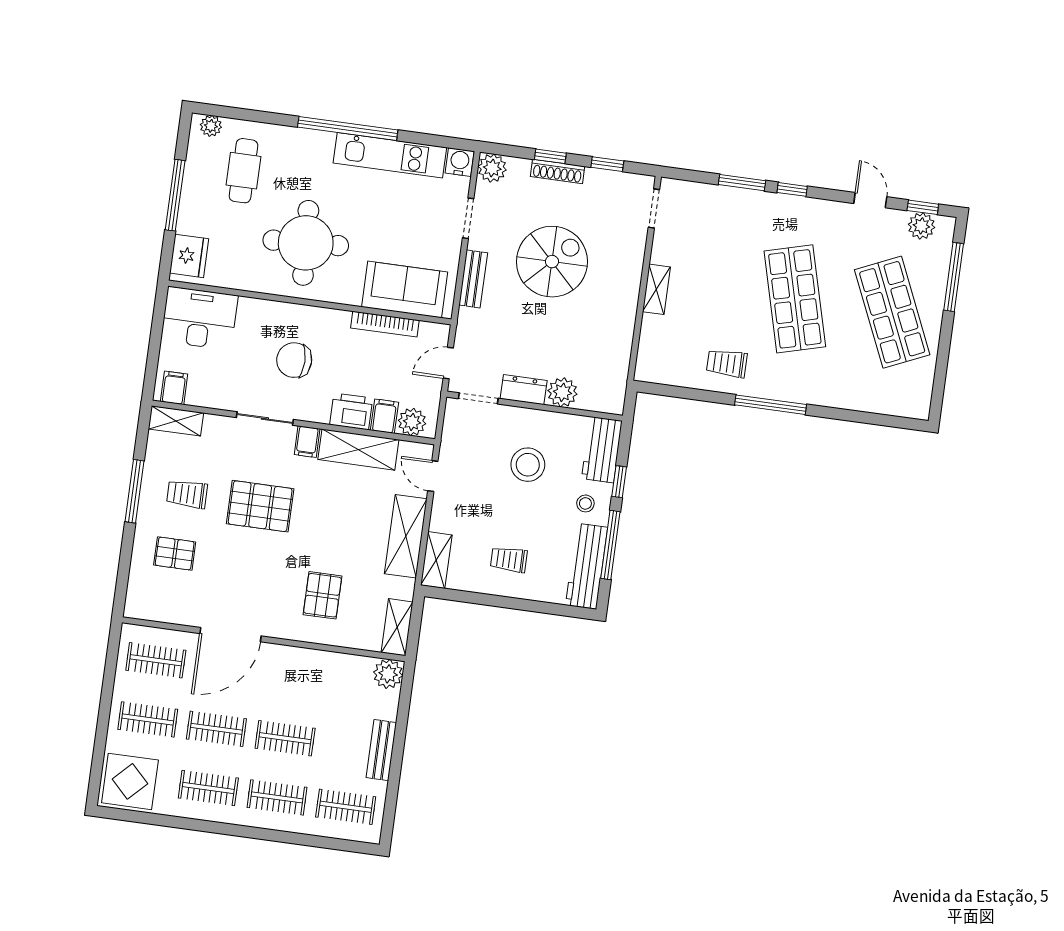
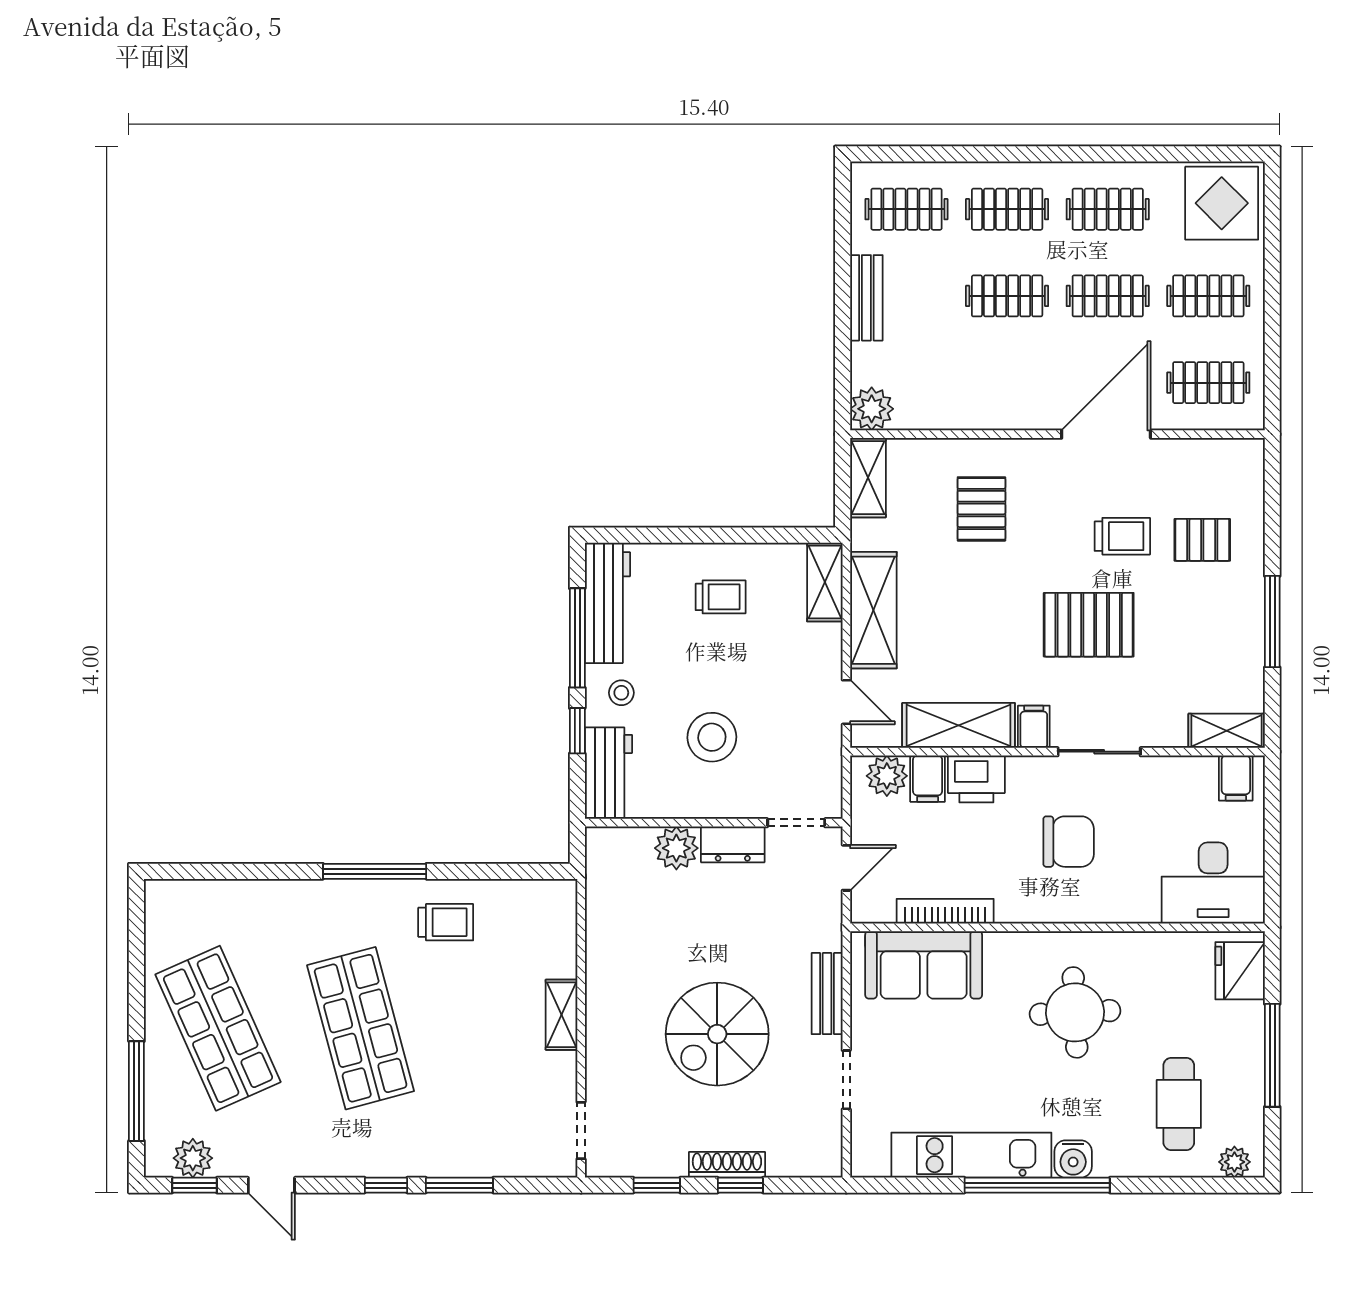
water cooler: (460, 162) -> (1073, 1159), moved
plant: (492, 168) -> (822, 1157), removed
round table: (306, 243) -> (1075, 1012), width x0.73, depth x0.73
trolley: (187, 494) -> (1122, 536), moved

